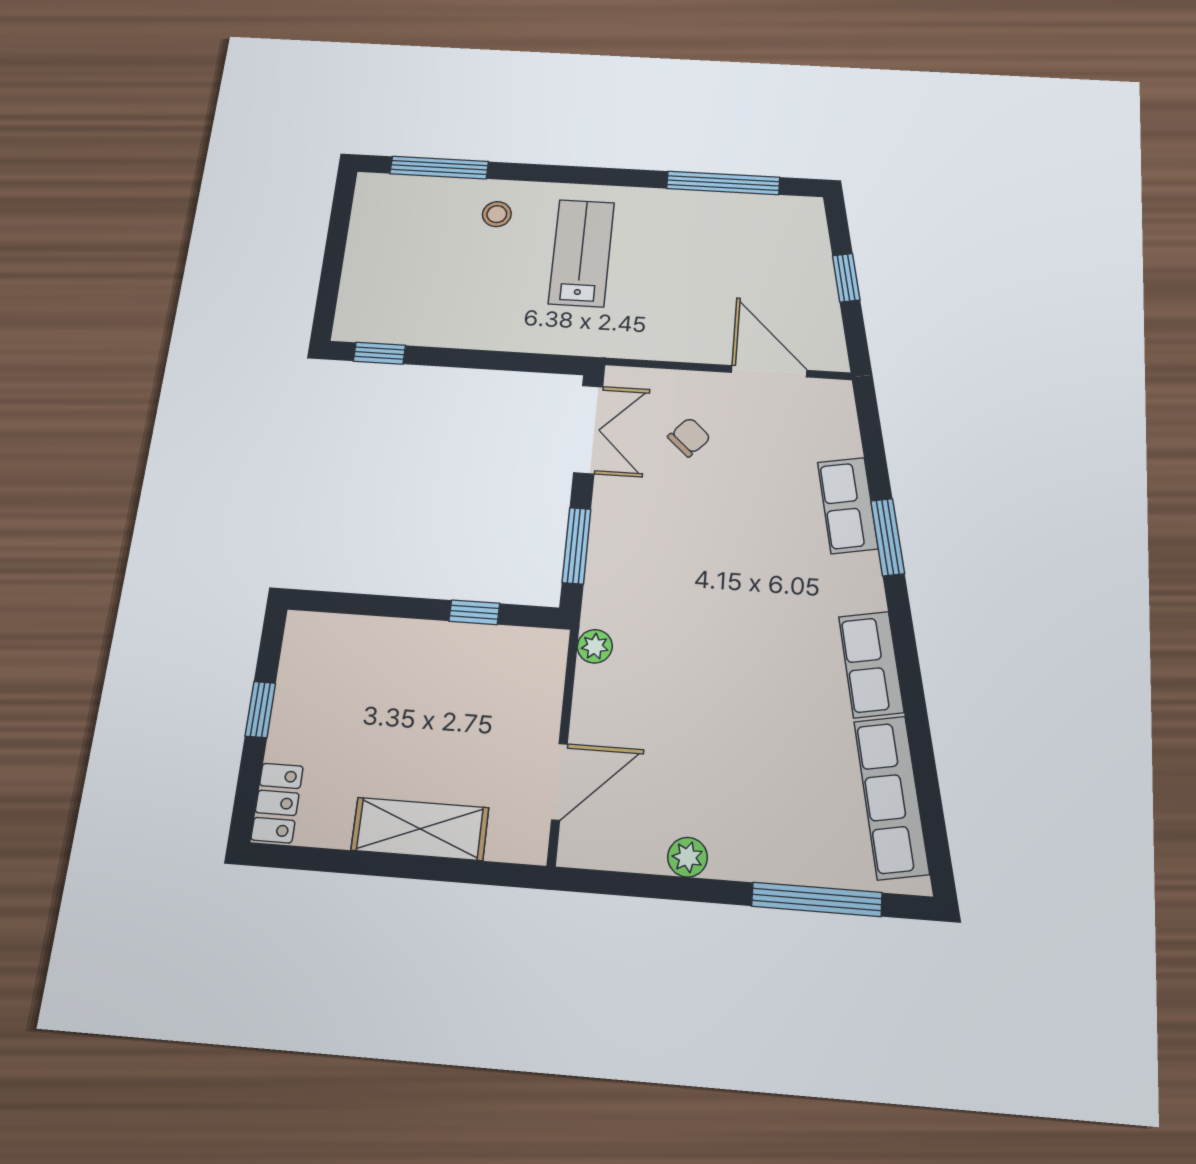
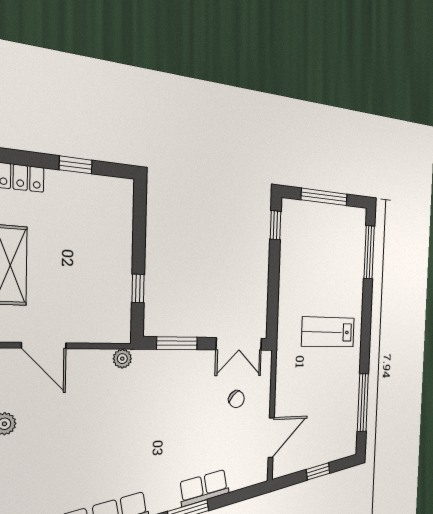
stool: (497, 214) -> (347, 285), removed
lab bench: (582, 253) -> (328, 332), turned 180
window: (334, 257) -> (324, 197), added

